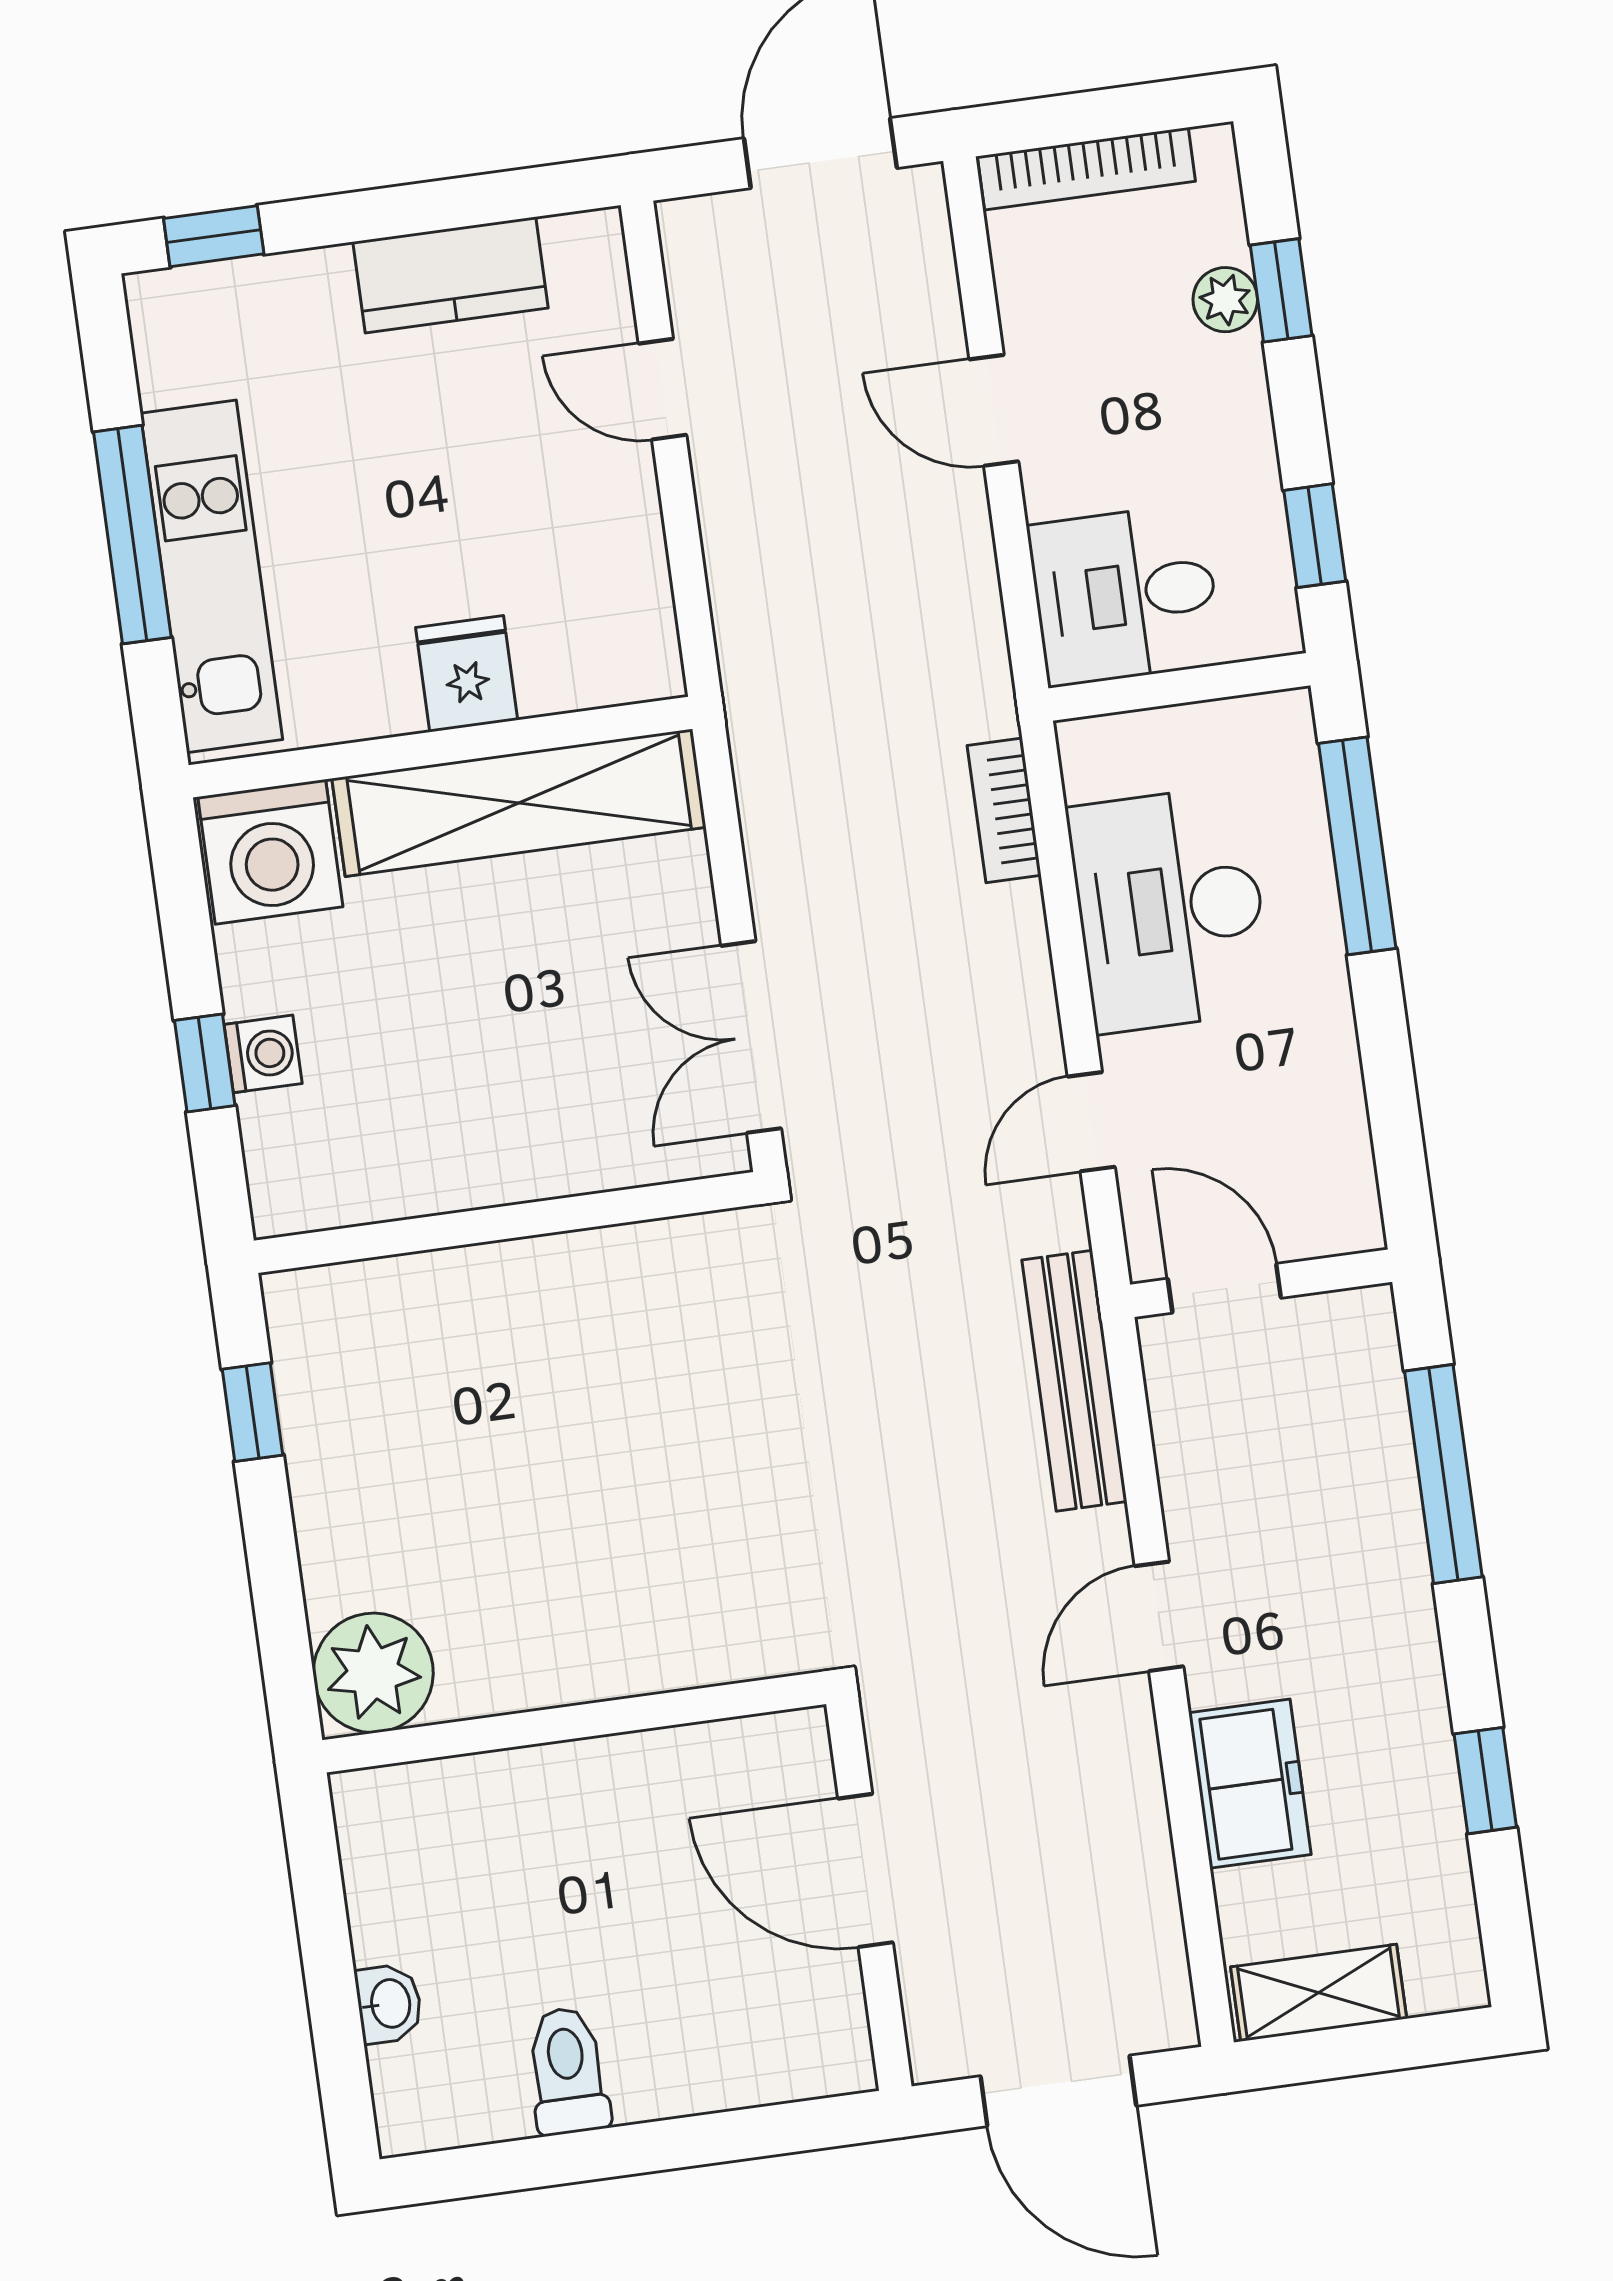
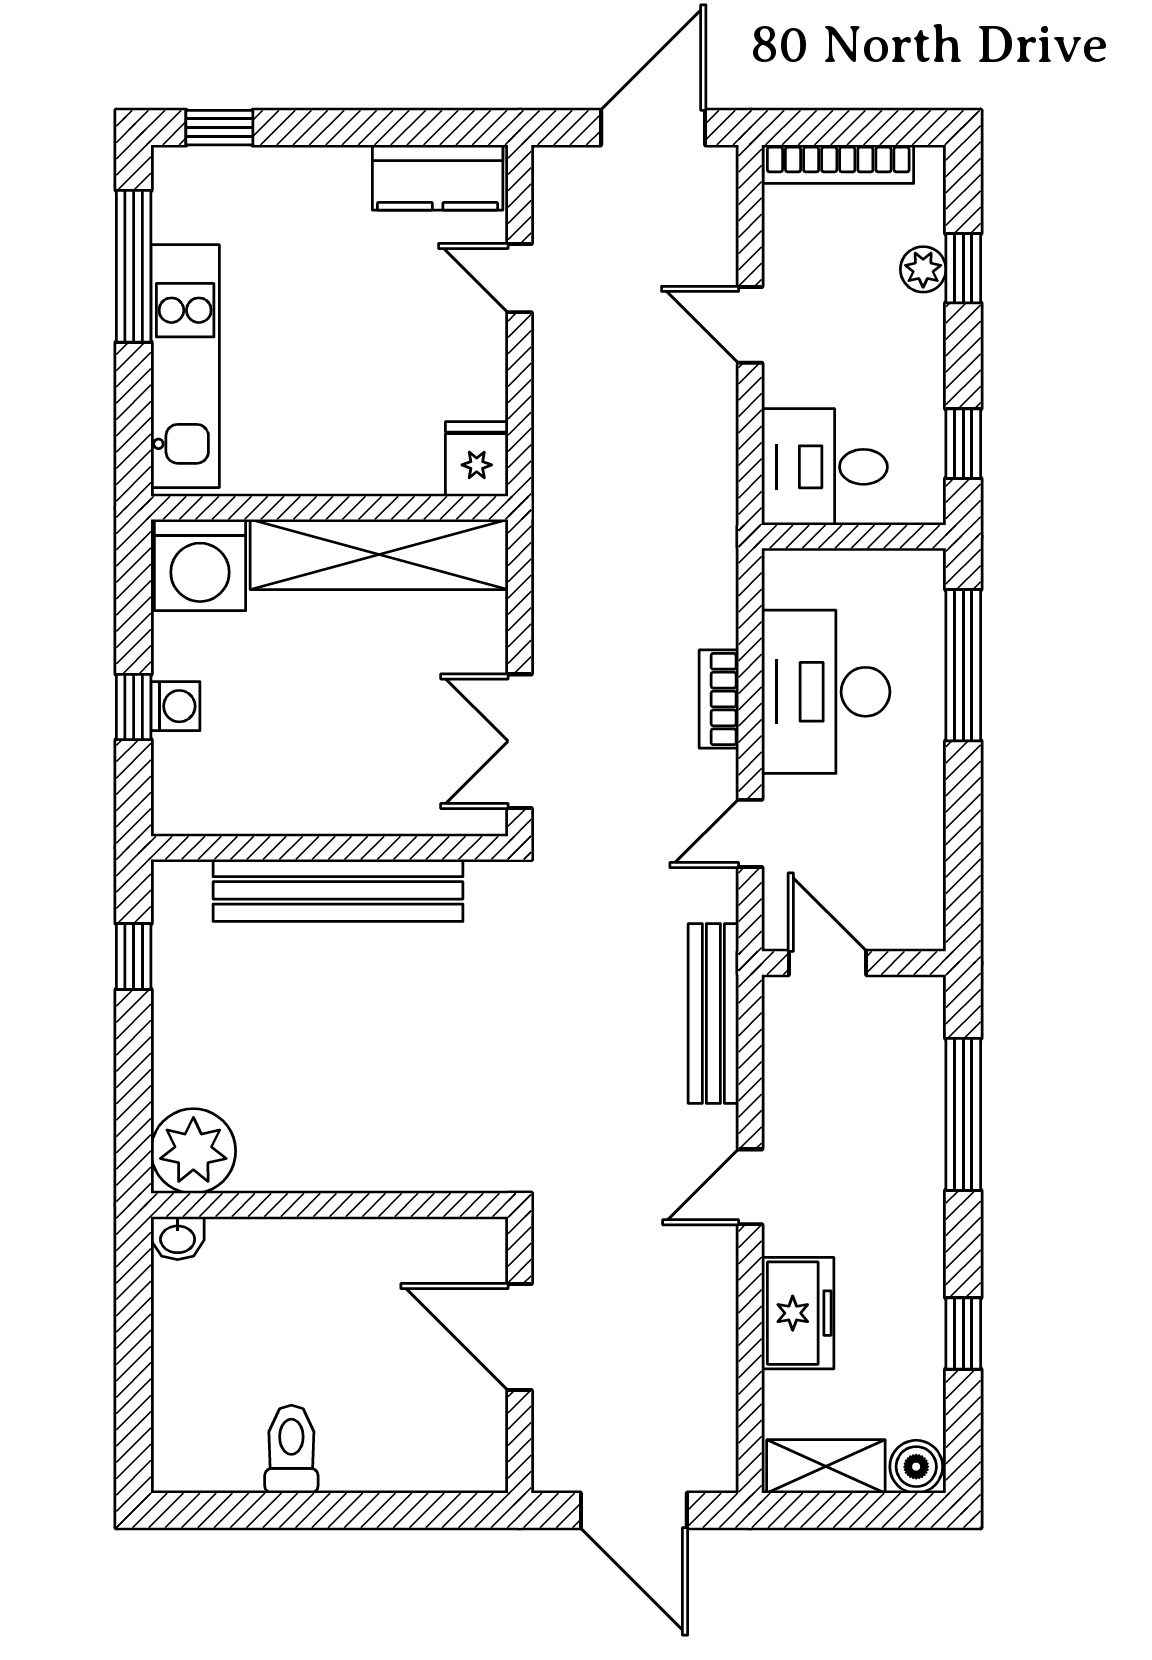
kitchen counter: (451, 275) -> (438, 178), moved
window: (132, 535) -> (134, 266), moved
fridge: (467, 674) -> (477, 459), moved
bookcase: (1004, 810) -> (719, 699), moved
bench: (526, 1280) -> (338, 890), added
boiler: (1445, 1976) -> (916, 1467), added
washbasin: (389, 2004) -> (178, 1238), moved, turned 90

